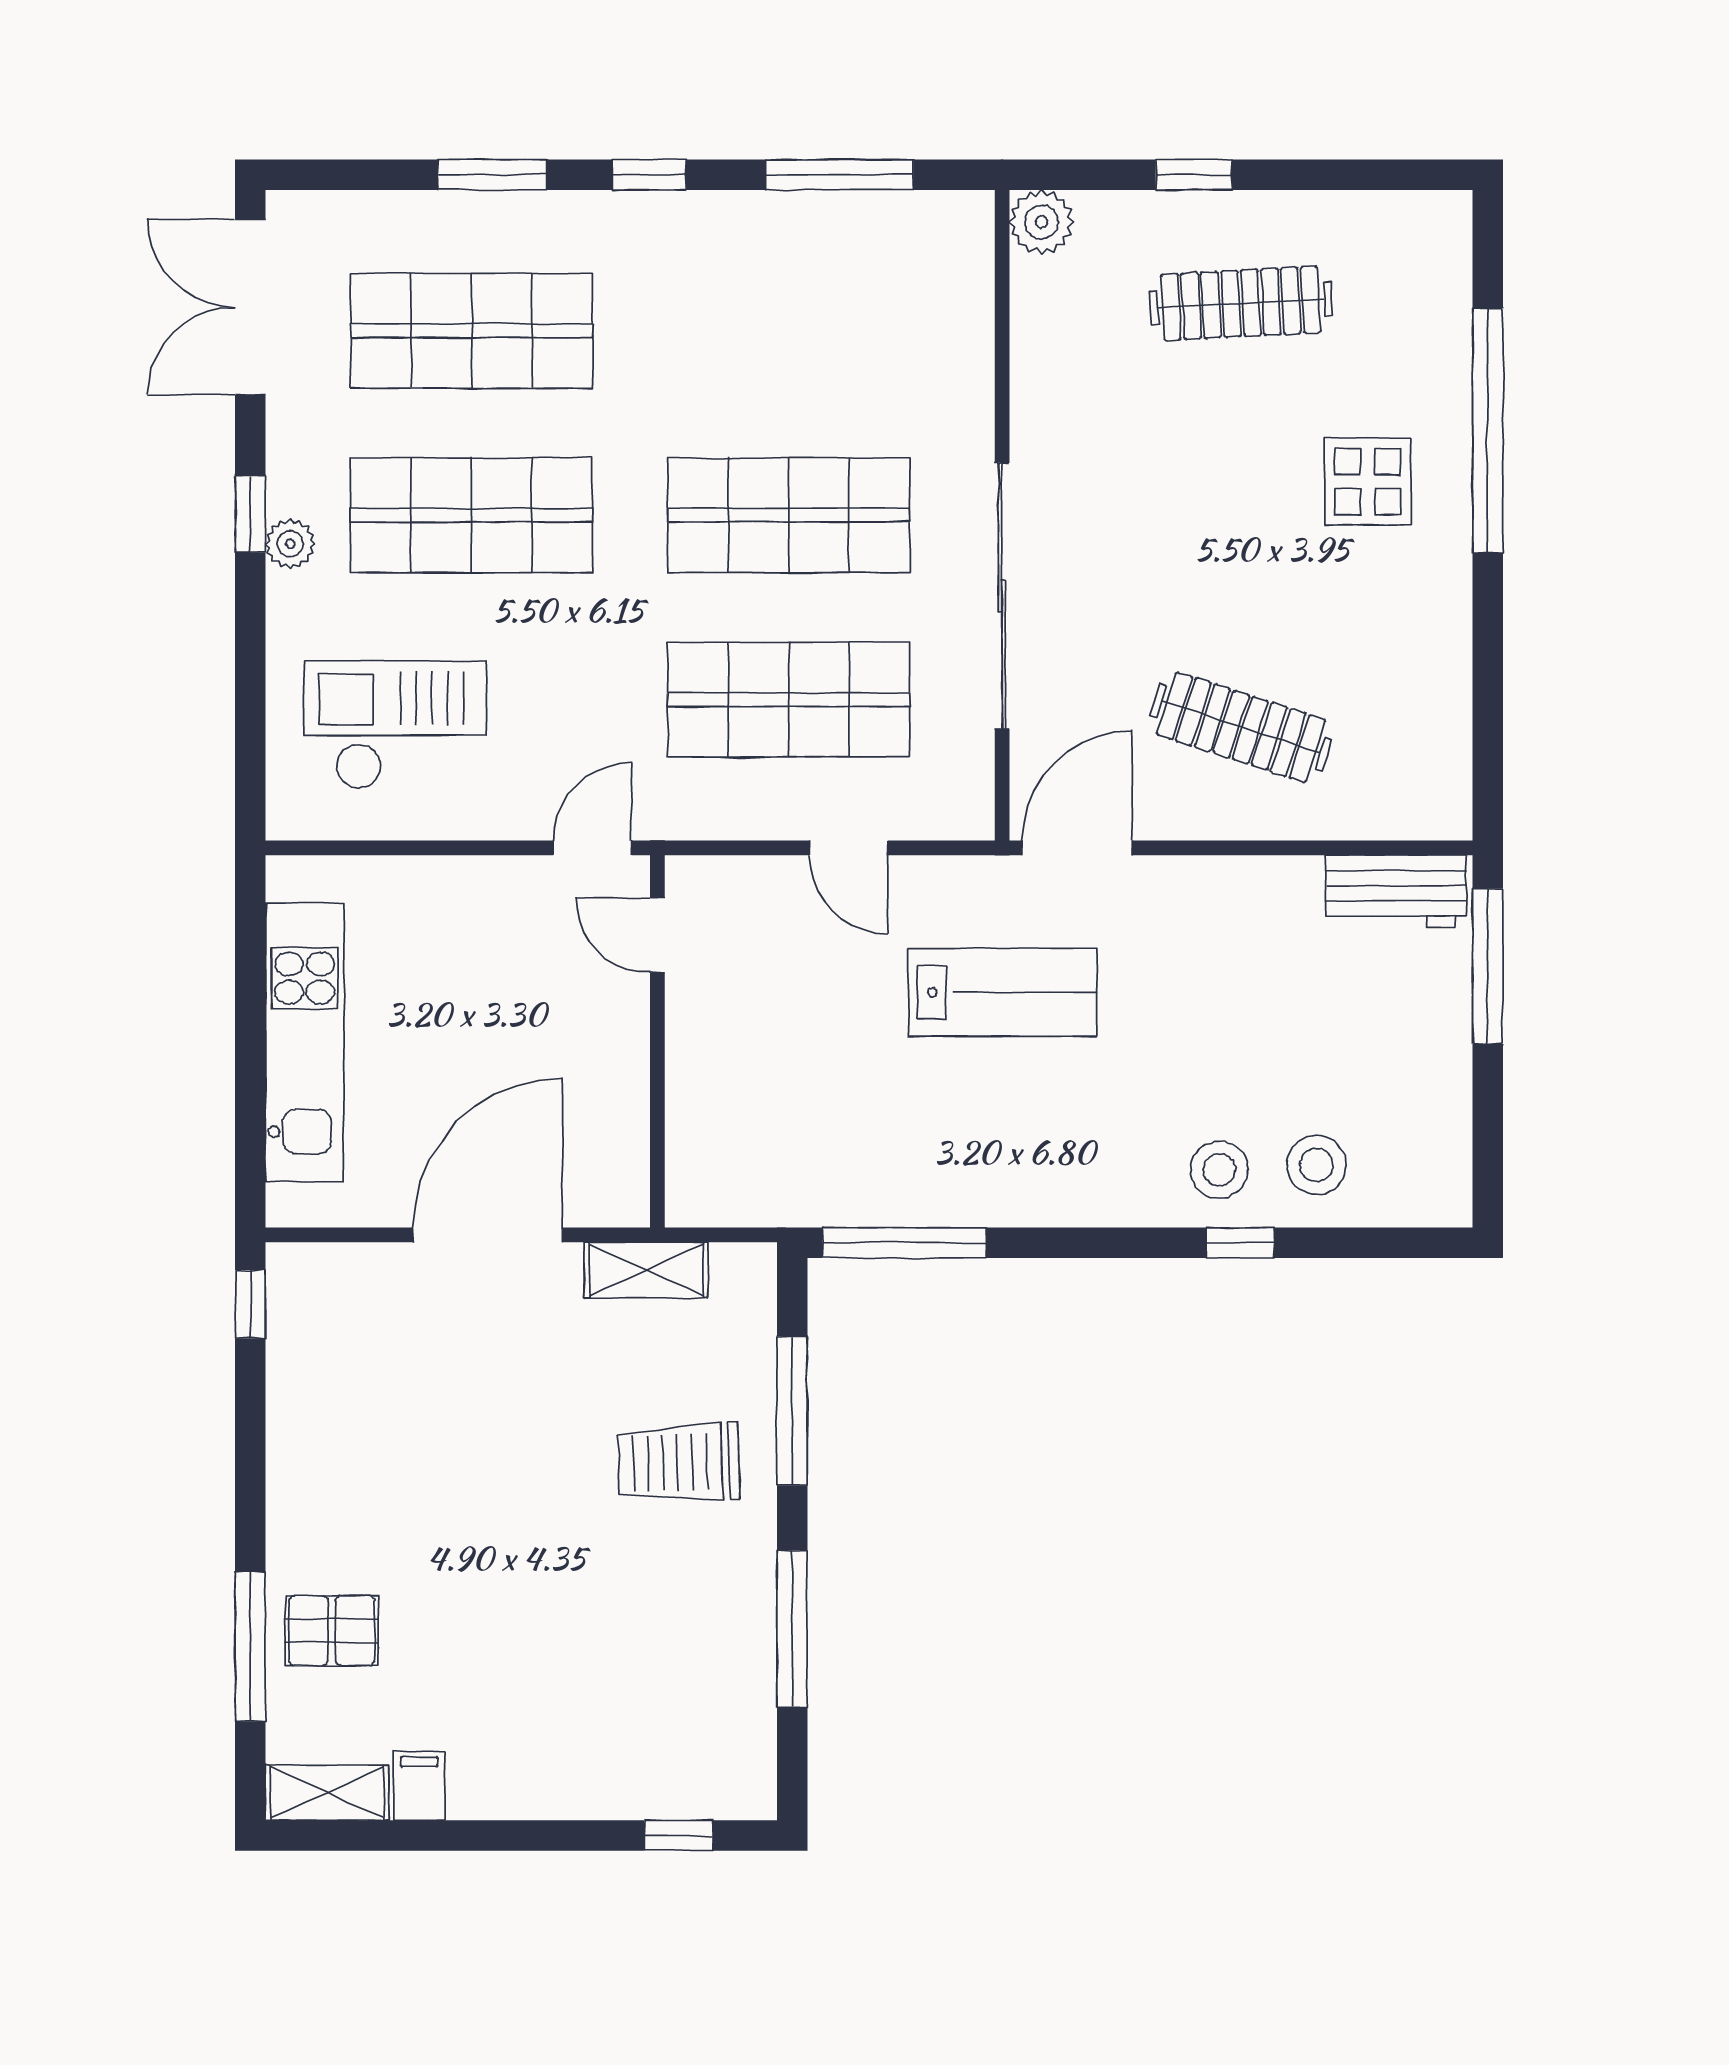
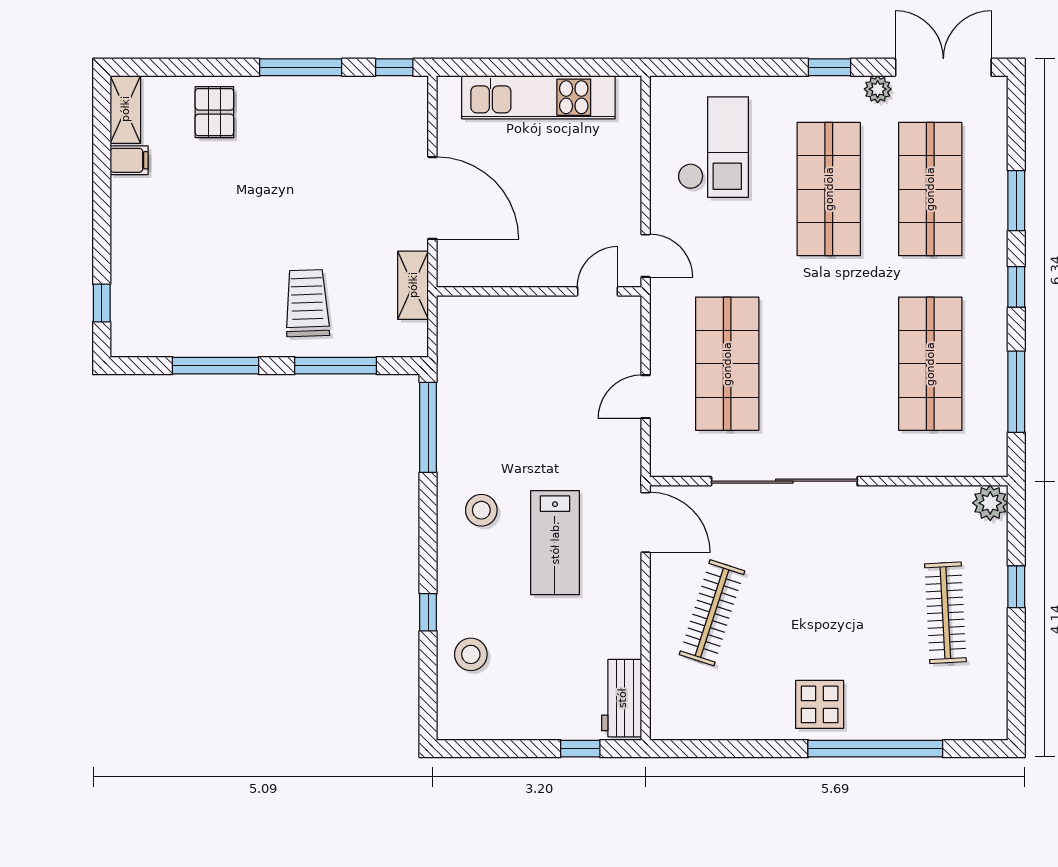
display table: (1368, 482) -> (820, 704), moved
shop shelf: (789, 515) -> (930, 364), moved
plant: (290, 544) -> (878, 89), moved
window: (1488, 966) -> (580, 749), width x0.46
lab bench: (1002, 992) -> (555, 543), moved
stool: (1219, 1170) -> (481, 510), moved
window: (250, 1647) -> (301, 67), moved

